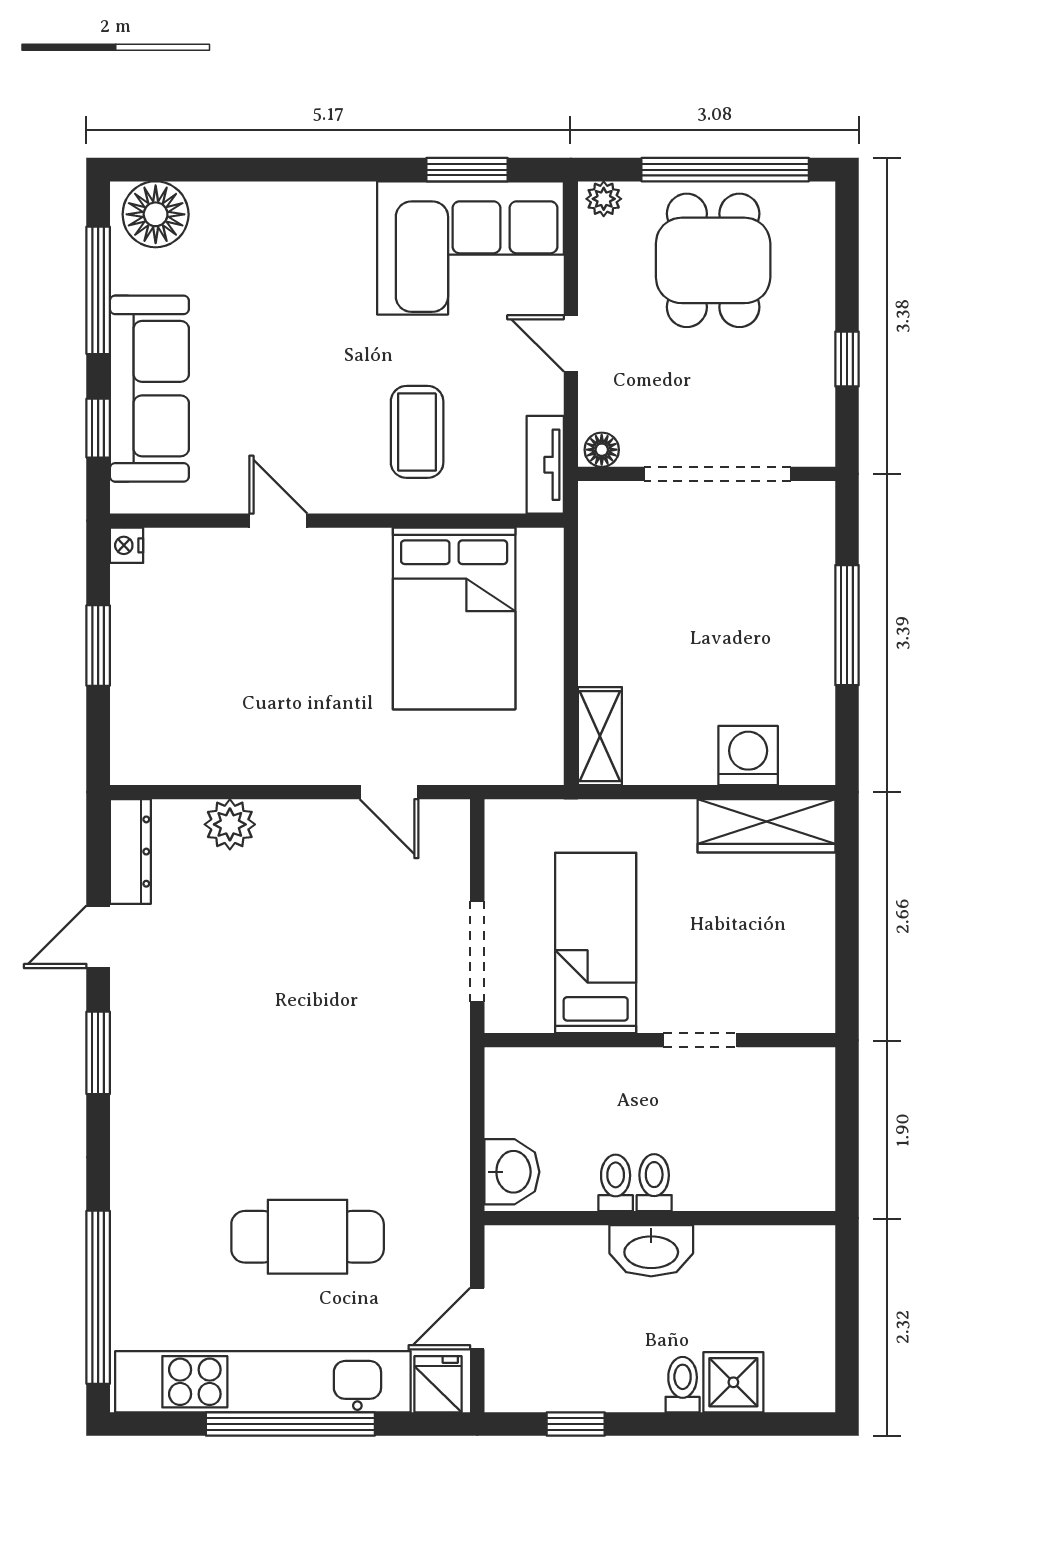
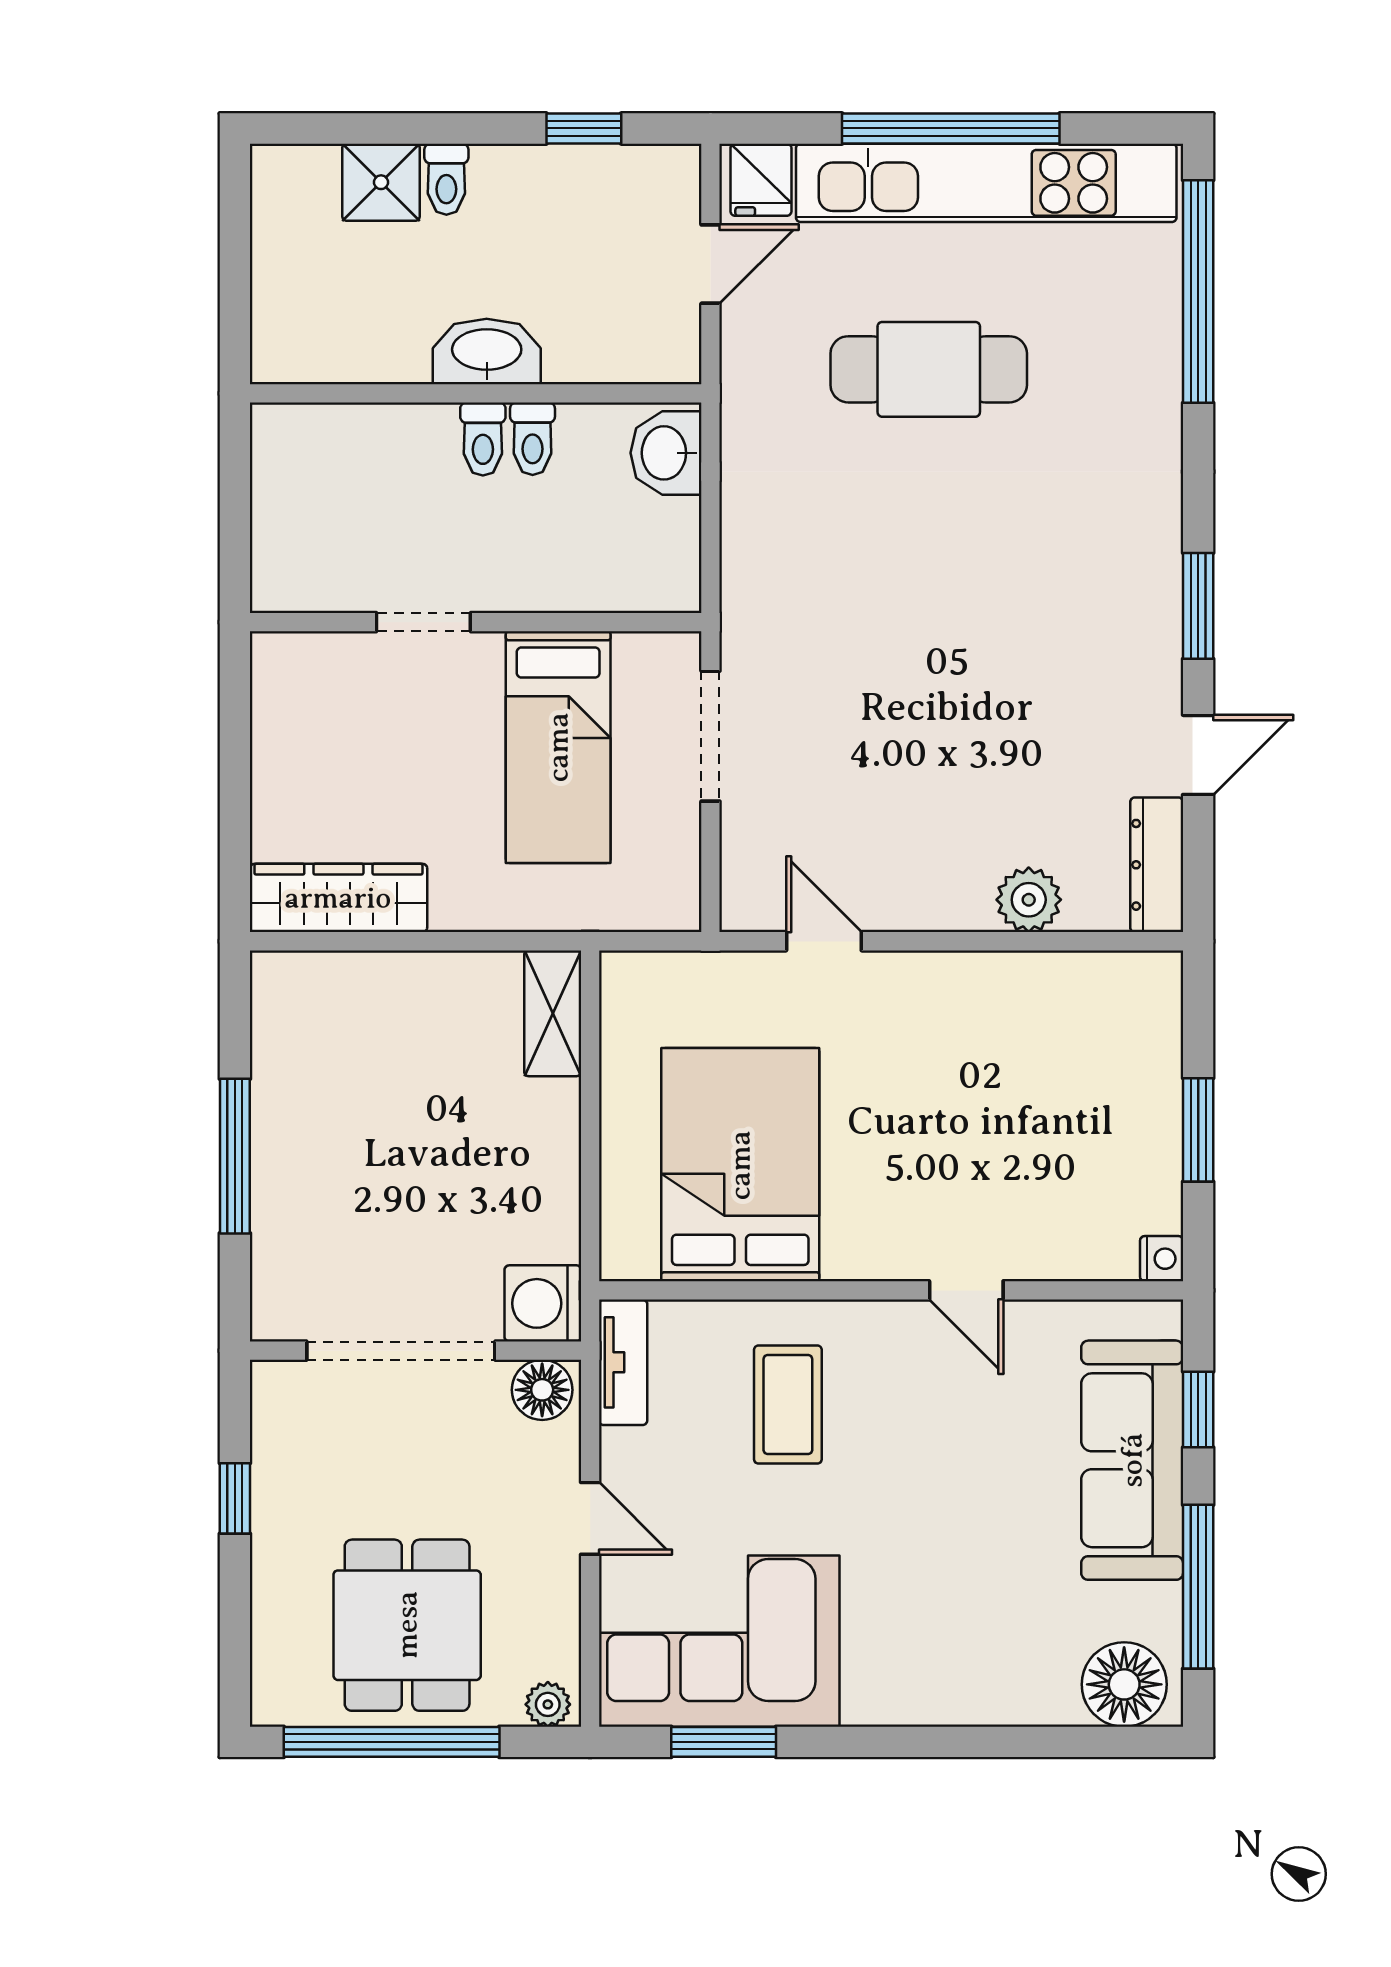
floor lamp: (602, 450) -> (542, 1390), width x1.37, depth x1.37
washing machine: (748, 755) -> (543, 1303), moved, turned 90

